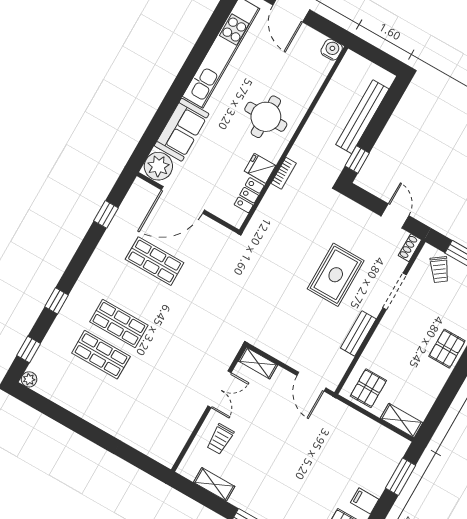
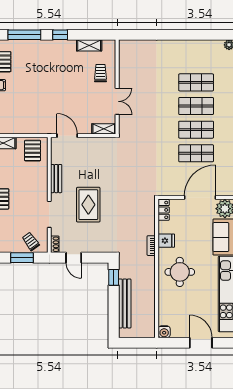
locker: (249, 195) -> (164, 210), moved
shop shelf: (137, 292) -> (196, 130), added
double door: (220, 389) -> (117, 101), swing flipped

